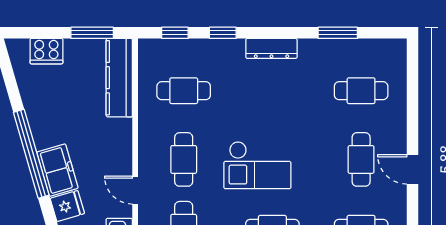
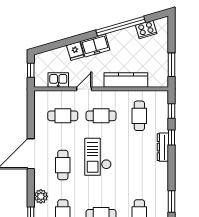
dresser: (271, 48) -> (163, 147), moved
cooker: (46, 51) -> (146, 29), moved, turned -106
kitchen counter: (119, 78) -> (126, 80), moved
window: (31, 154) -> (121, 26), moved

